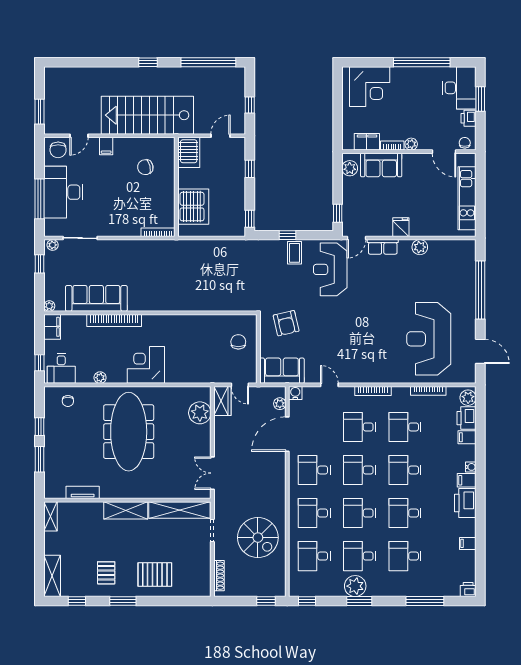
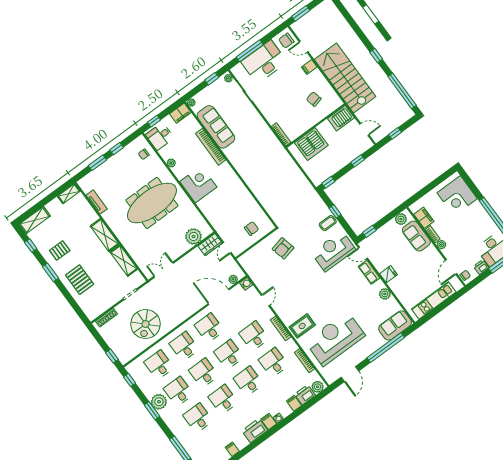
rug: (388, 365) -> (302, 326), added
sofa: (282, 371) -> (395, 325), moved, turned -90
shelving: (179, 510) -> (124, 261), width x0.68

